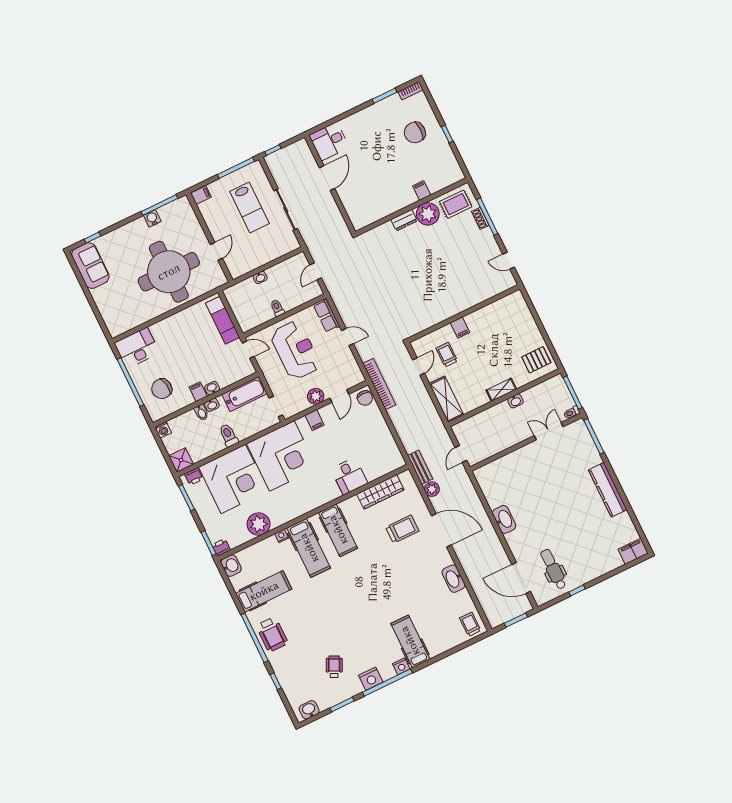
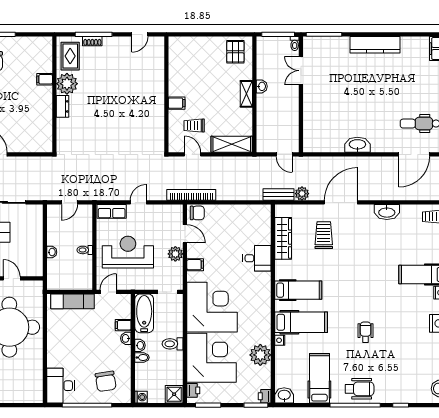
door: (316, 271) -> (70, 202), hinge flipped
filing cabinet: (198, 392) -> (123, 325), moved
wheelchair: (334, 667) -> (366, 332), moved, turned 64

